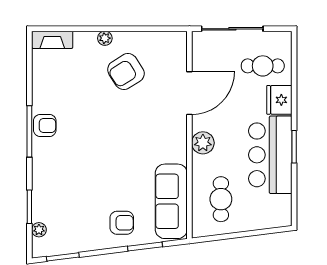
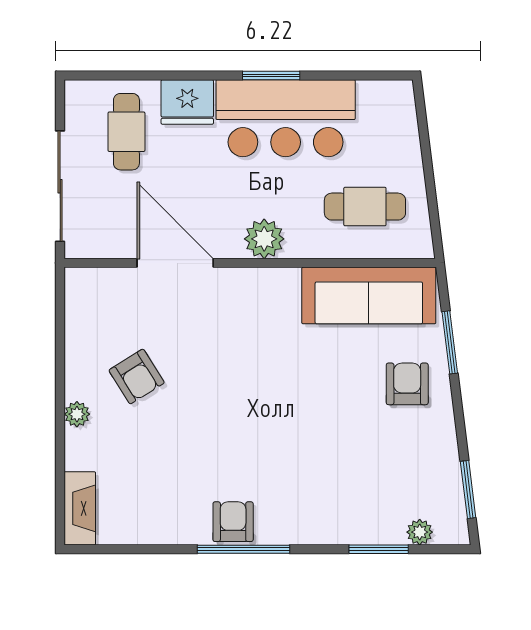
armchair: (126, 72) -> (137, 376), width x0.72, depth x0.72

